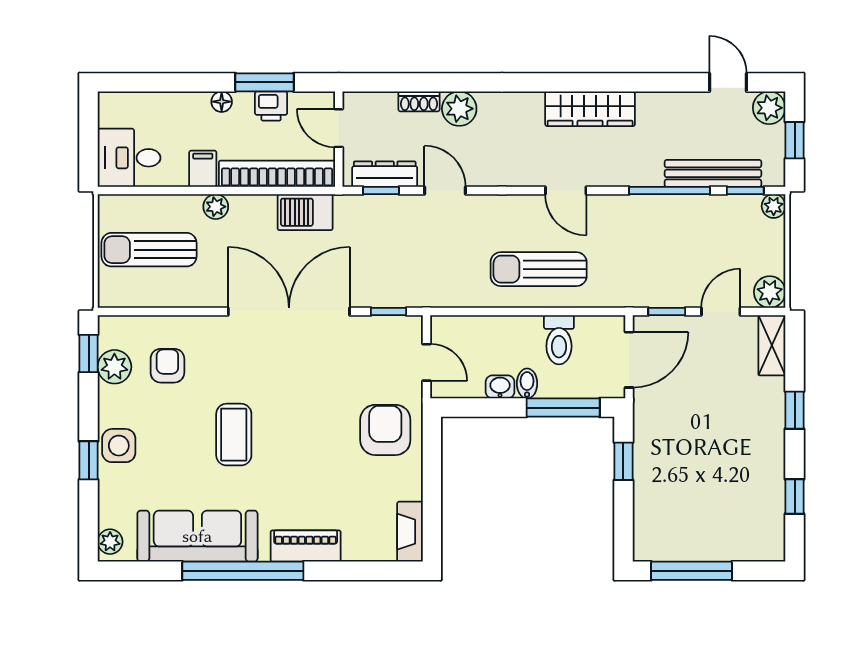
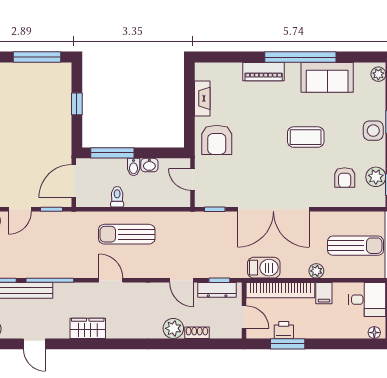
door: (728, 82) -> (34, 344), moved
floor lamp: (222, 102) -> (374, 333), moved
wardrobe: (590, 109) -> (88, 328), width x0.67
sun lounger: (539, 269) -> (127, 234), turned 180
toilet: (559, 340) -> (117, 197), width x0.73, depth x0.72
coffee table: (234, 435) -> (306, 137), turned 90
window: (623, 461) -> (77, 104), moved
fireplace: (410, 532) -> (202, 98), moved
sofa: (197, 536) -> (327, 77), width x0.73

